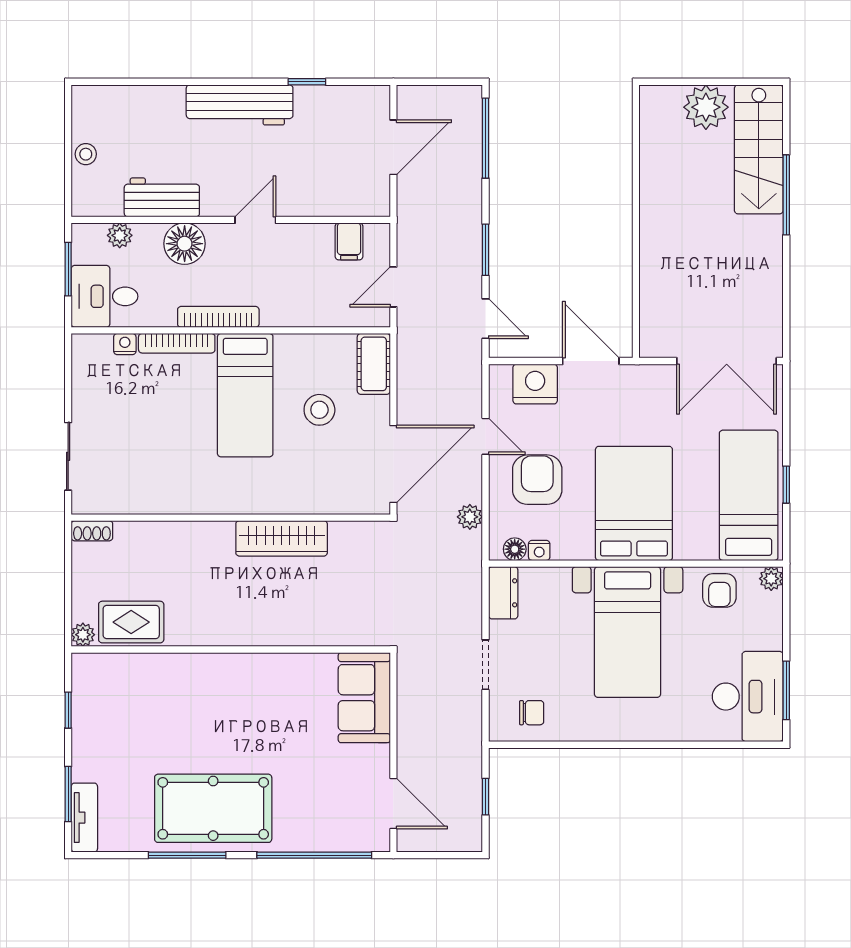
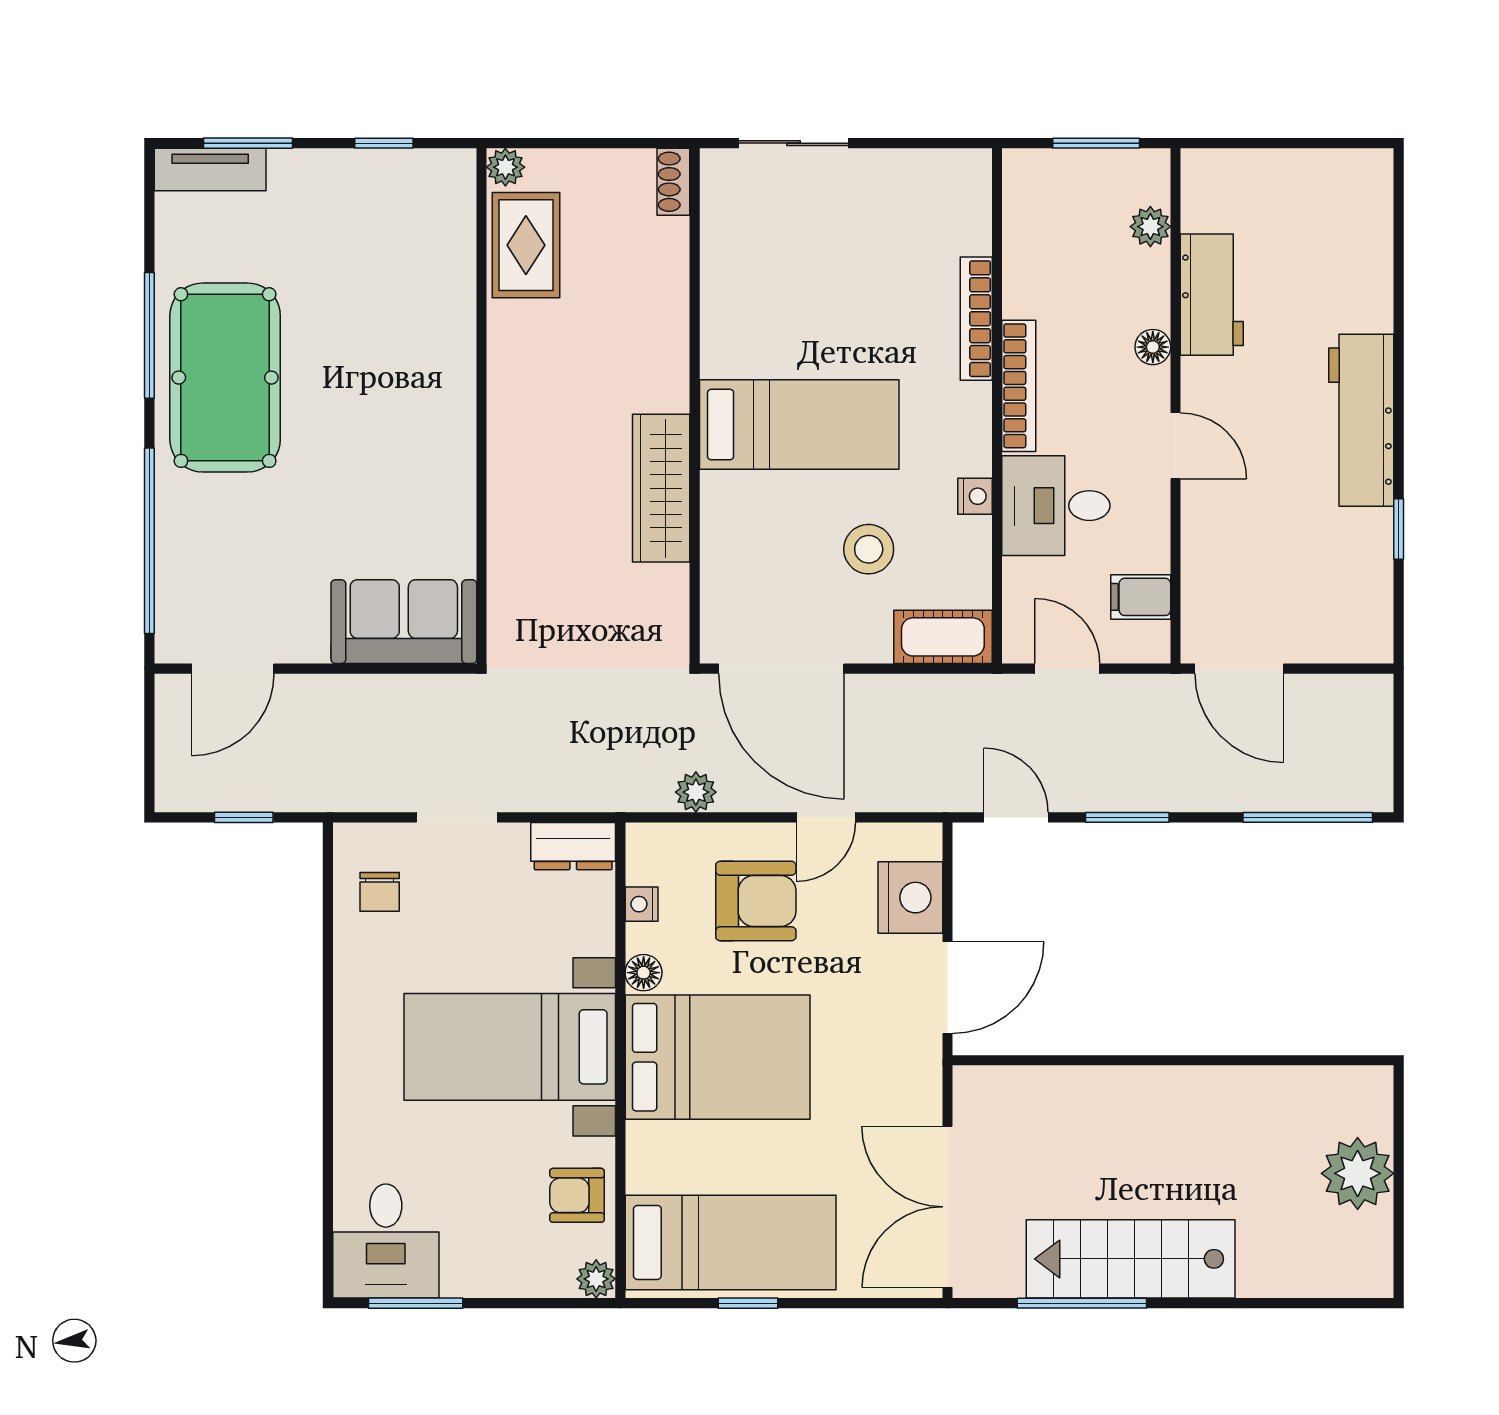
door: (393, 147) -> (1239, 669), moved
stairs: (759, 149) -> (1131, 1259), moved
stool: (86, 154) -> (1282, 172), removed
window: (786, 195) -> (1082, 1303), moved
floor lamp: (185, 244) -> (1153, 347), width x0.53, depth x0.53
desk: (105, 296) -> (1056, 506), moved, turned -90
door: (485, 319) -> (1016, 817), swing flipped
nightstand: (125, 344) -> (975, 496), moved
bed: (245, 395) -> (799, 425), moved, turned 180
floor lamp: (515, 549) -> (644, 973), moved
desk: (748, 697) -> (386, 1241), width x0.73

